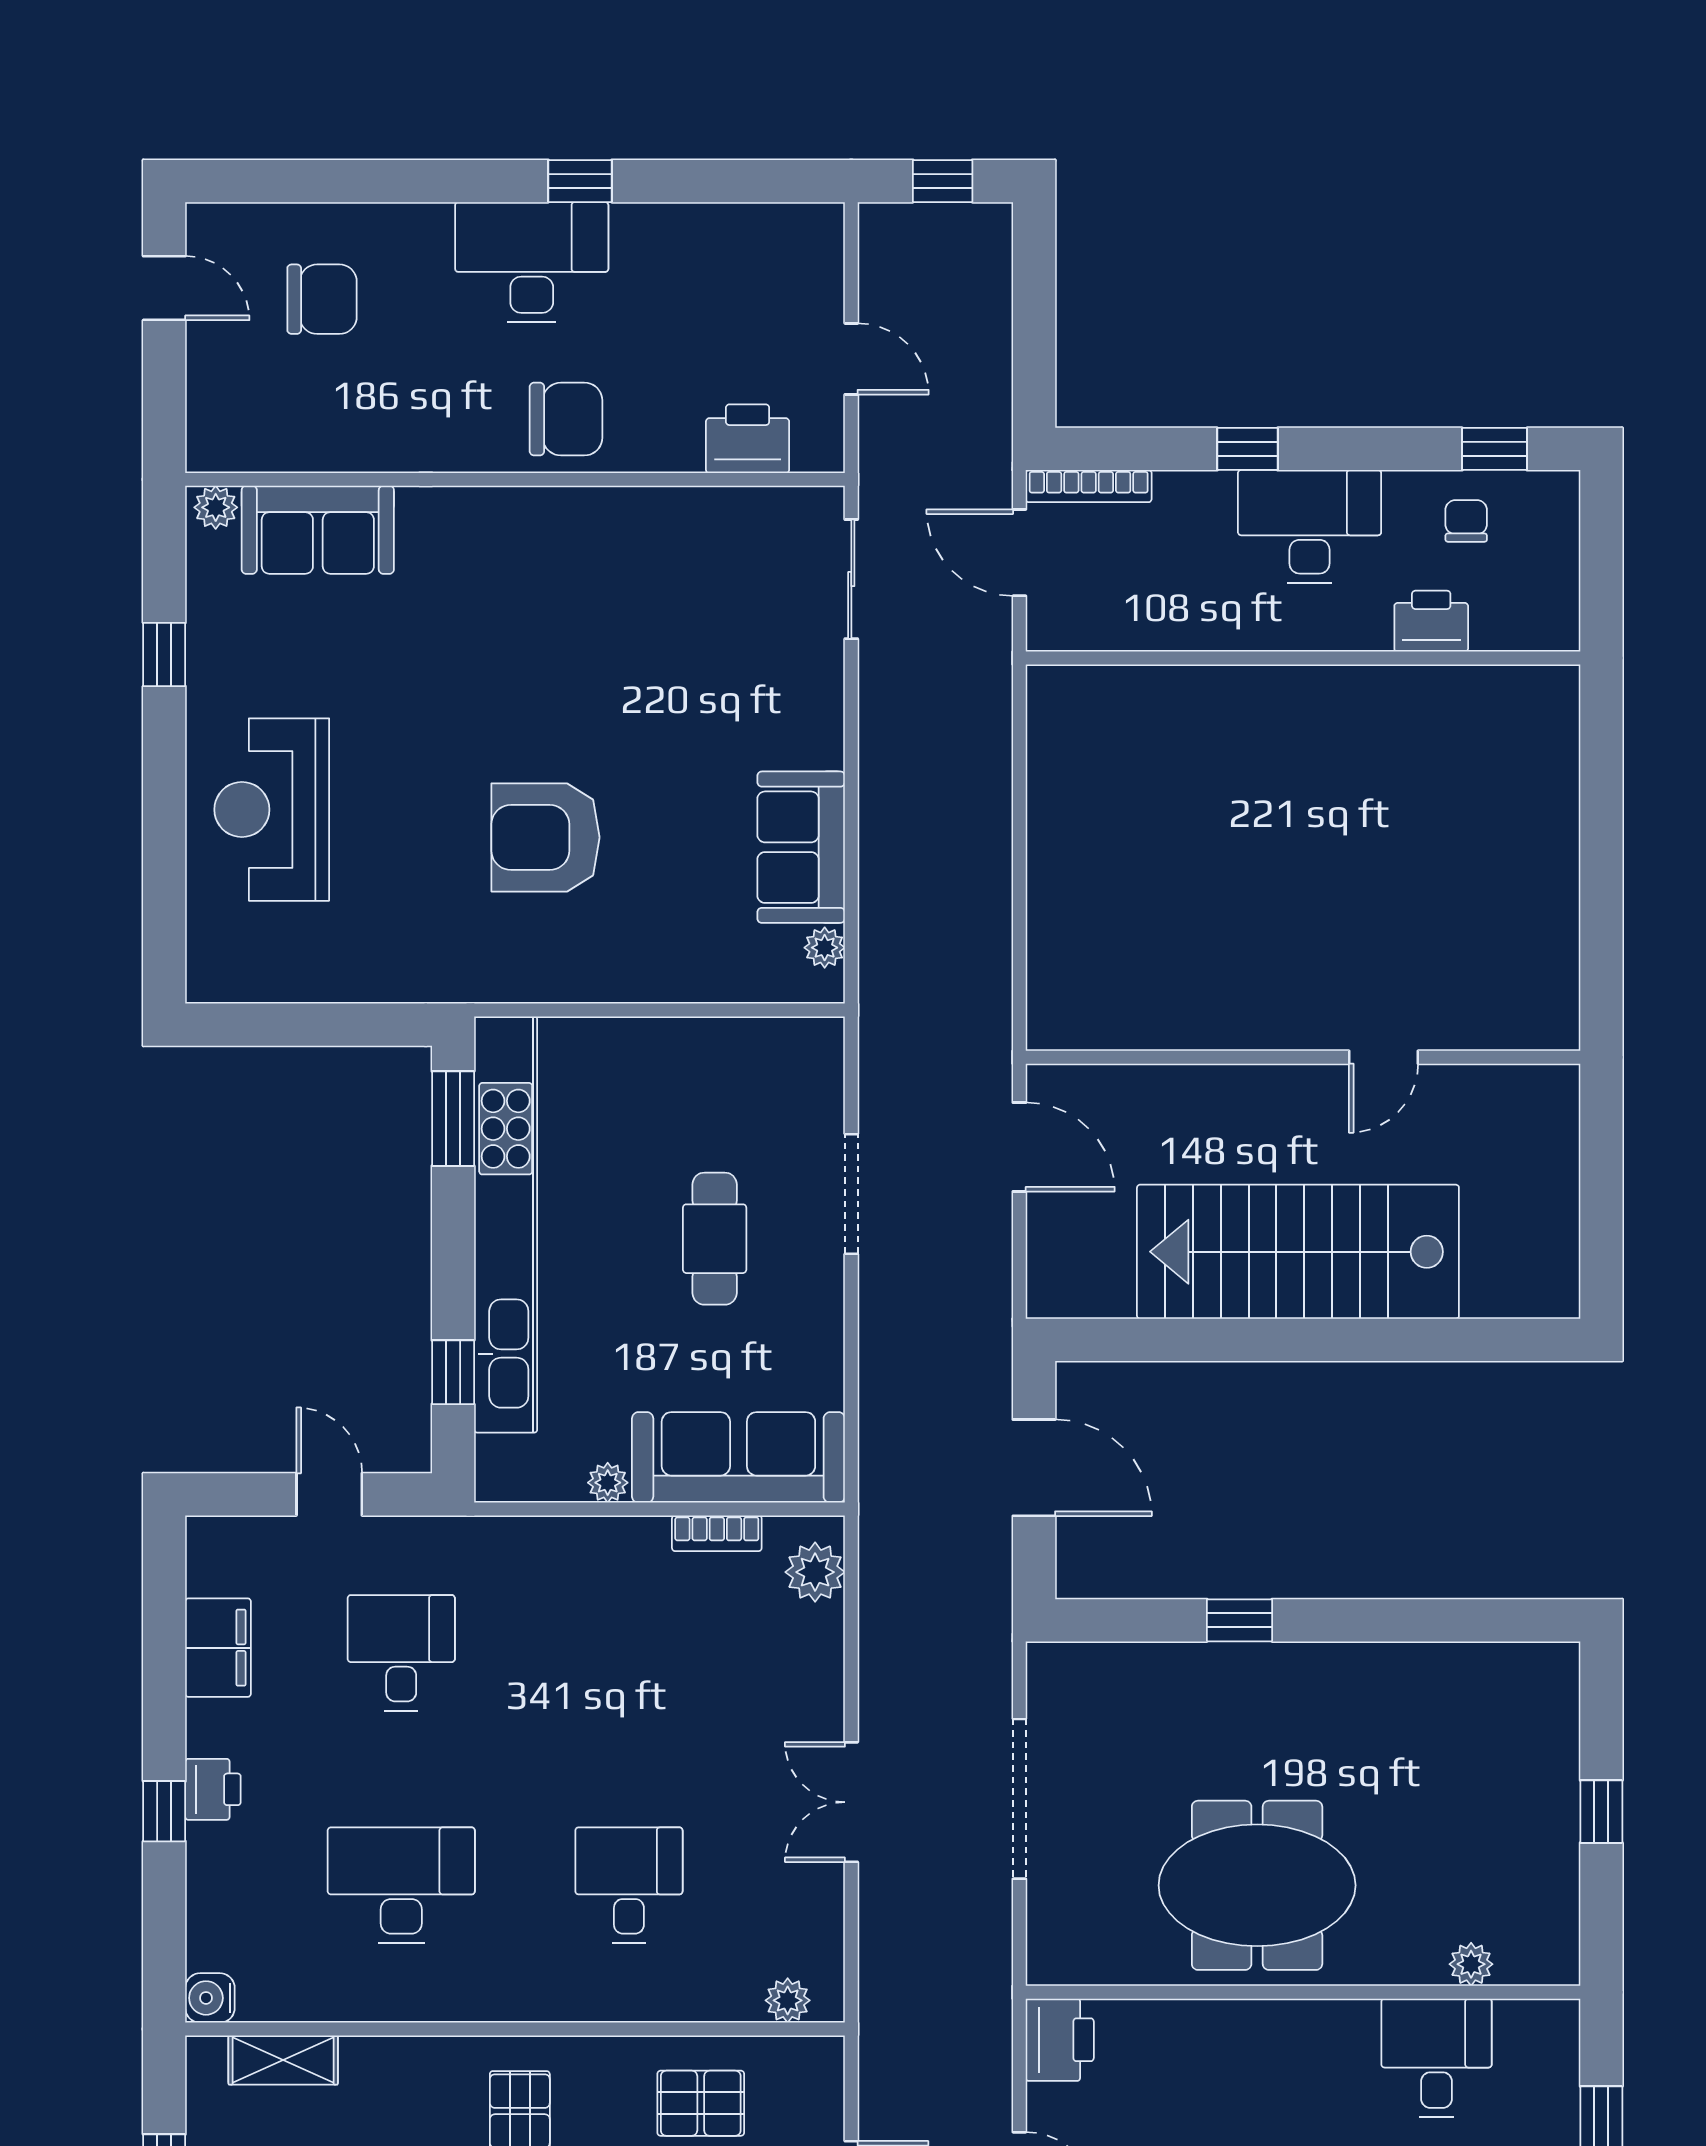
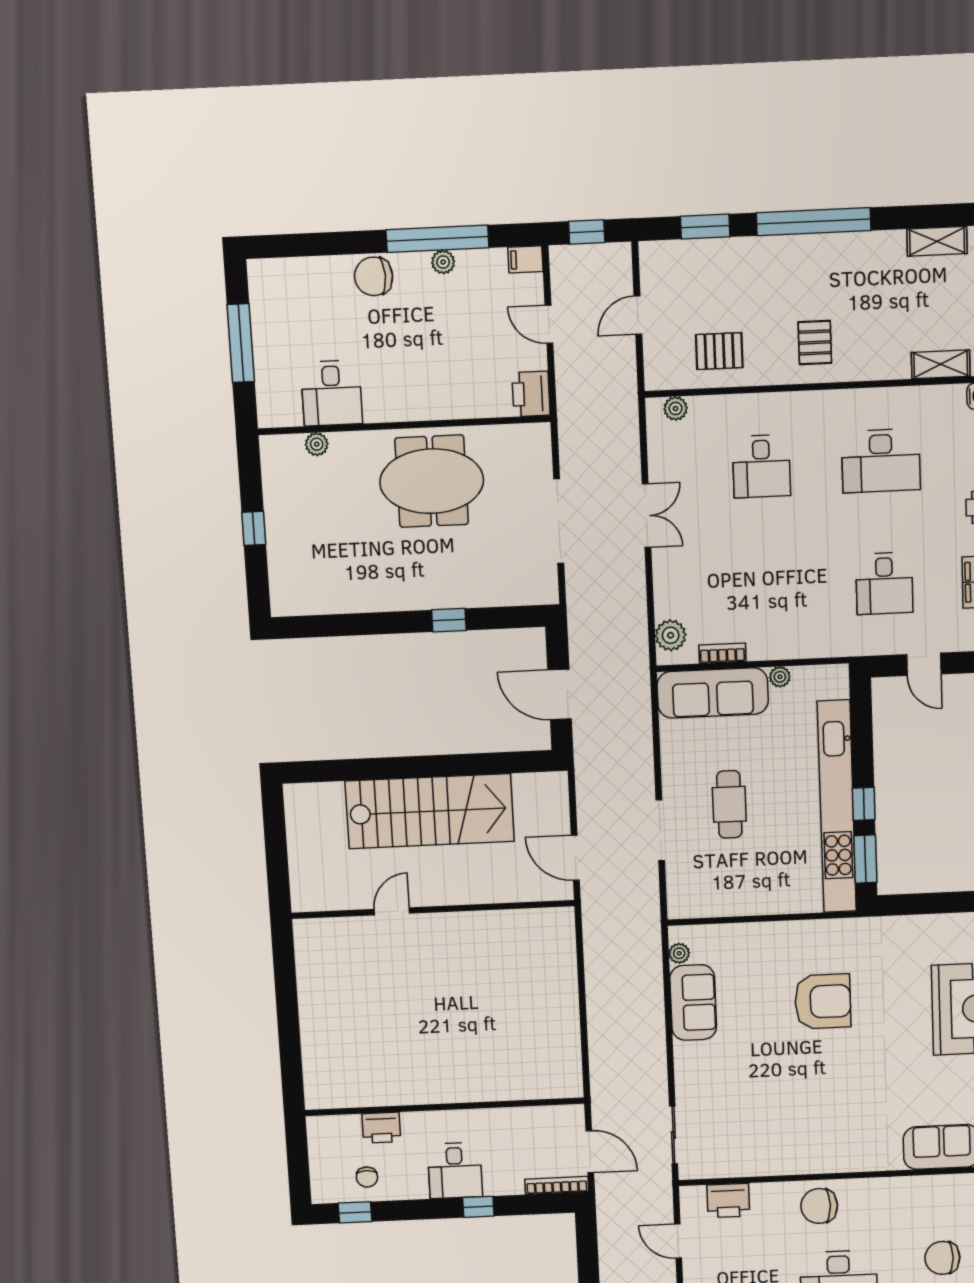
desk: (1310, 526) -> (455, 1171), width x0.73
window: (453, 1372) -> (864, 804), moved

